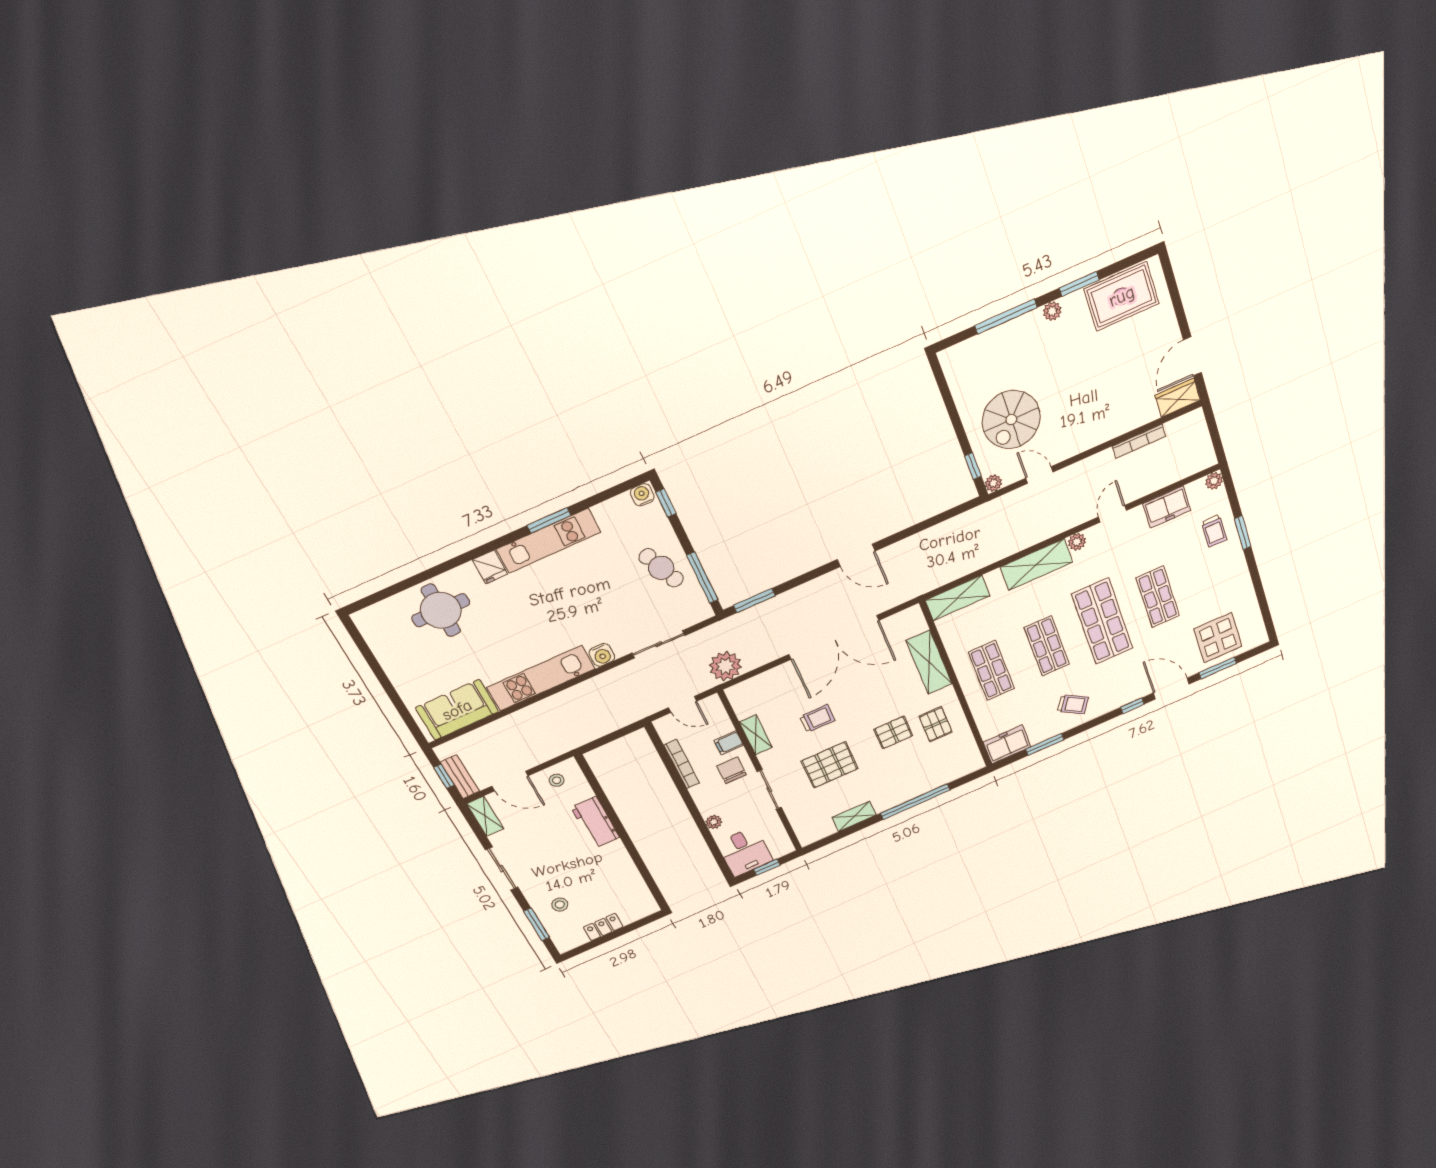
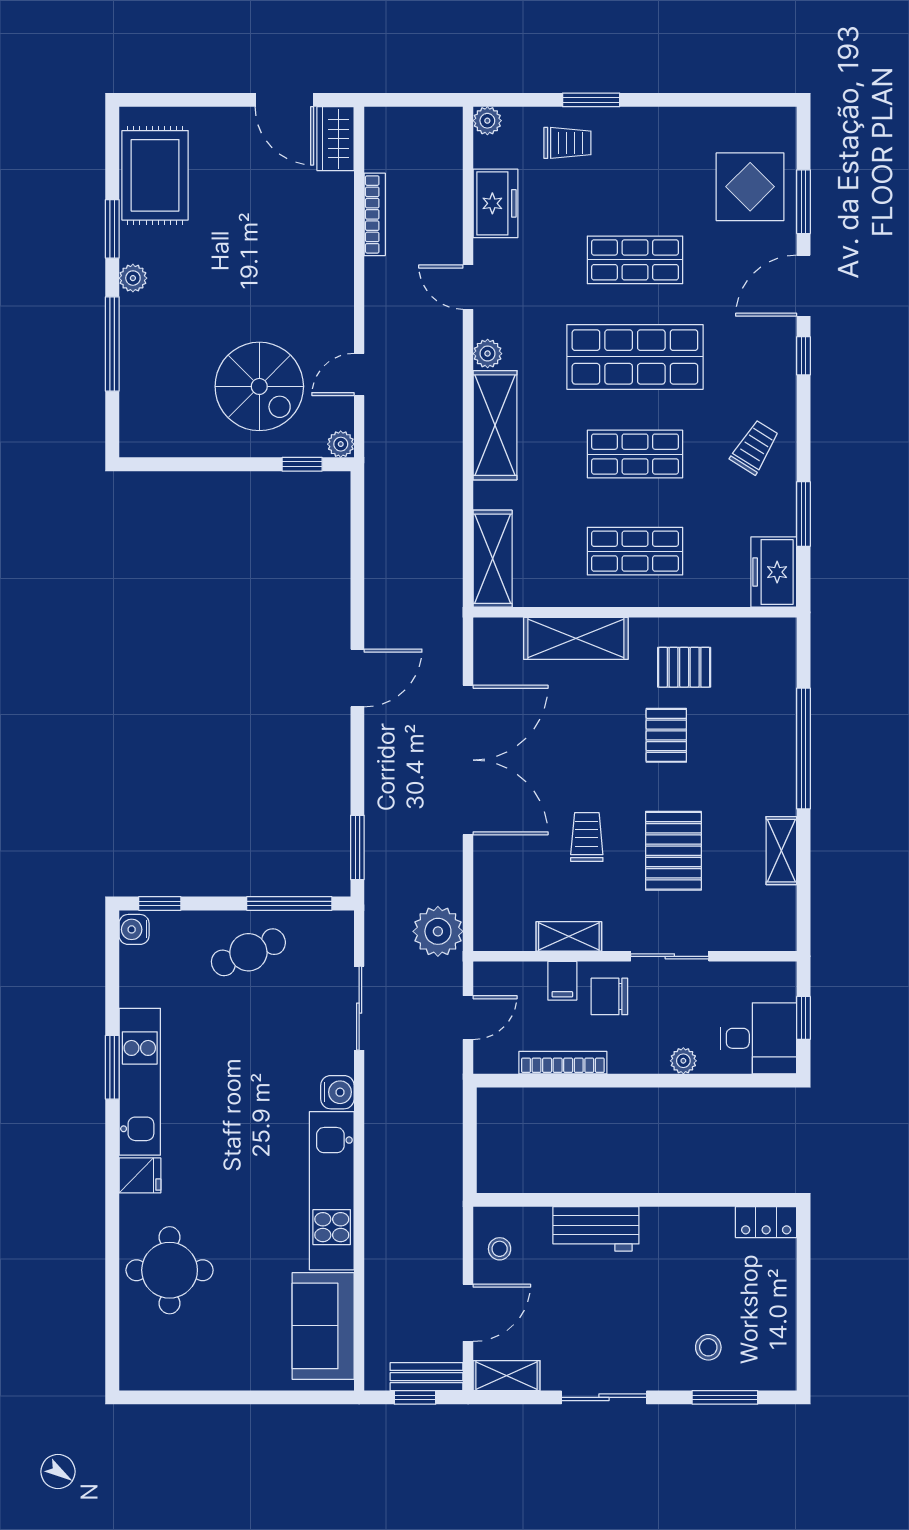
locker: (603, 927) -> (766, 1222), moved, turned -90

